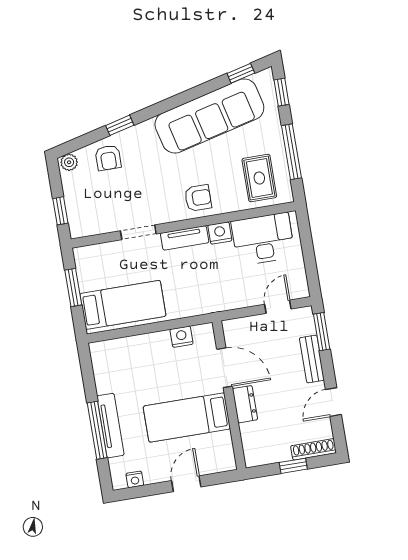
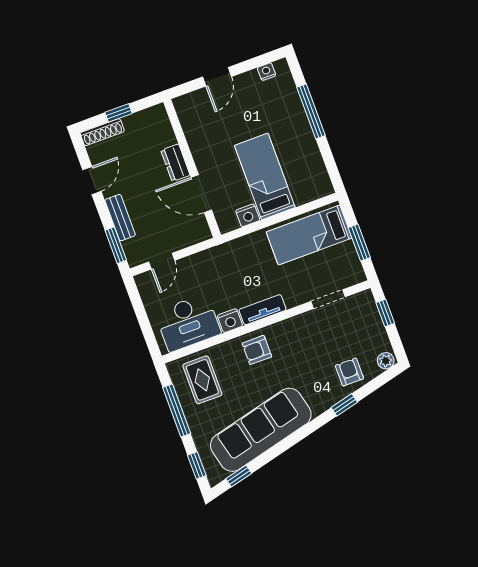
doorway: (138, 232) -> (328, 299), moved
bed: (187, 418) -> (265, 176), moved, turned -90
tv unit: (110, 426) -> (299, 118), removed

